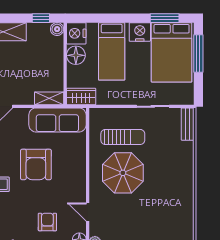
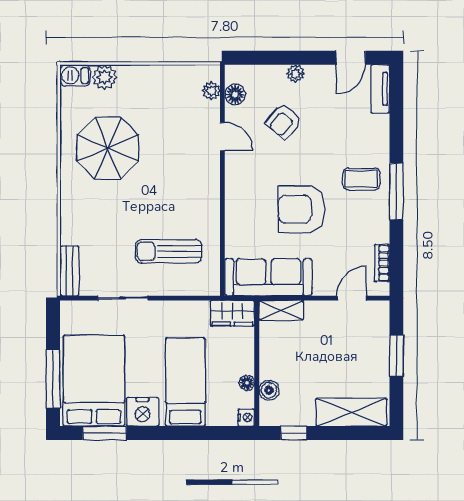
boiler: (57, 29) -> (269, 390), moved
nightstand: (76, 33) -> (246, 418), width x0.53, depth x0.56
floor lamp: (76, 55) -> (247, 383), width x0.53, depth x0.53
armchair: (36, 164) -> (301, 209), turned -90
parasol: (123, 173) -> (108, 148), moved
armchair: (47, 222) -> (284, 121), turned 41

